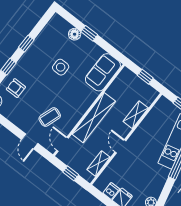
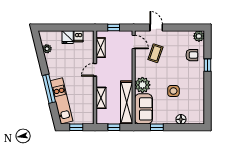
window: (89, 33) -> (157, 127), moved
window: (26, 44) -> (208, 89), removed
plant: (86, 96) -> (142, 85), added
shelving: (94, 118) -> (127, 103), moved
door: (120, 146) -> (95, 70), swing flipped

